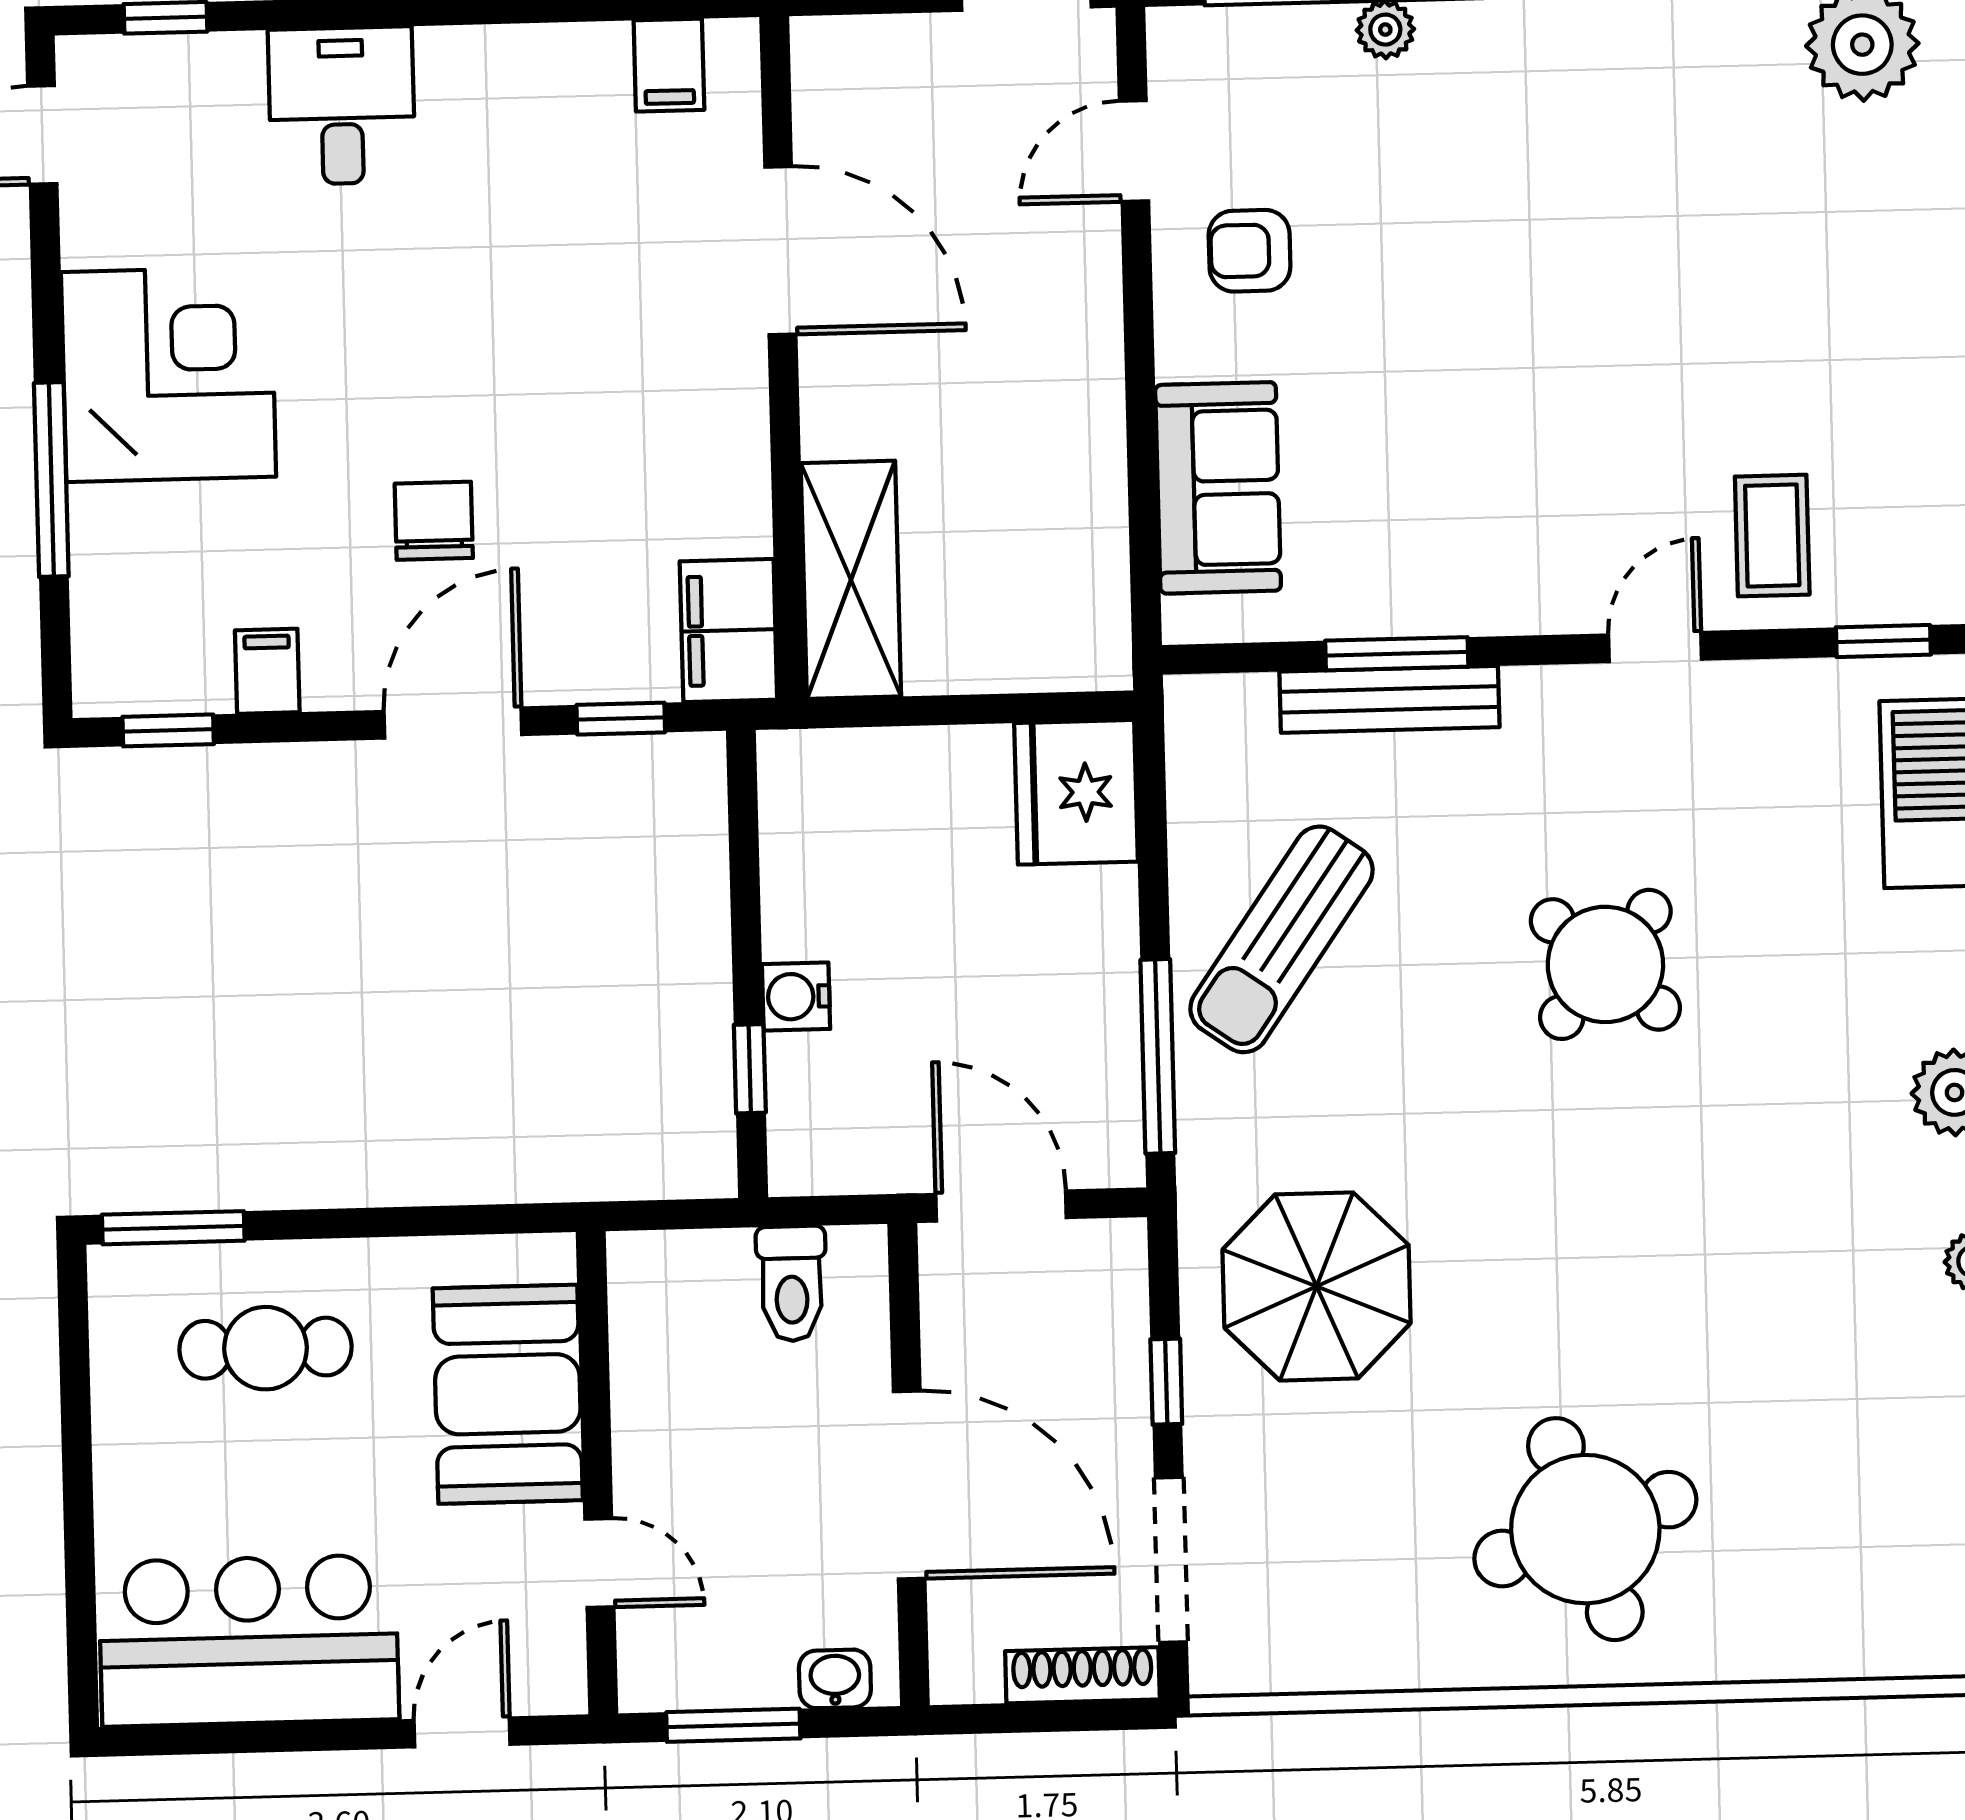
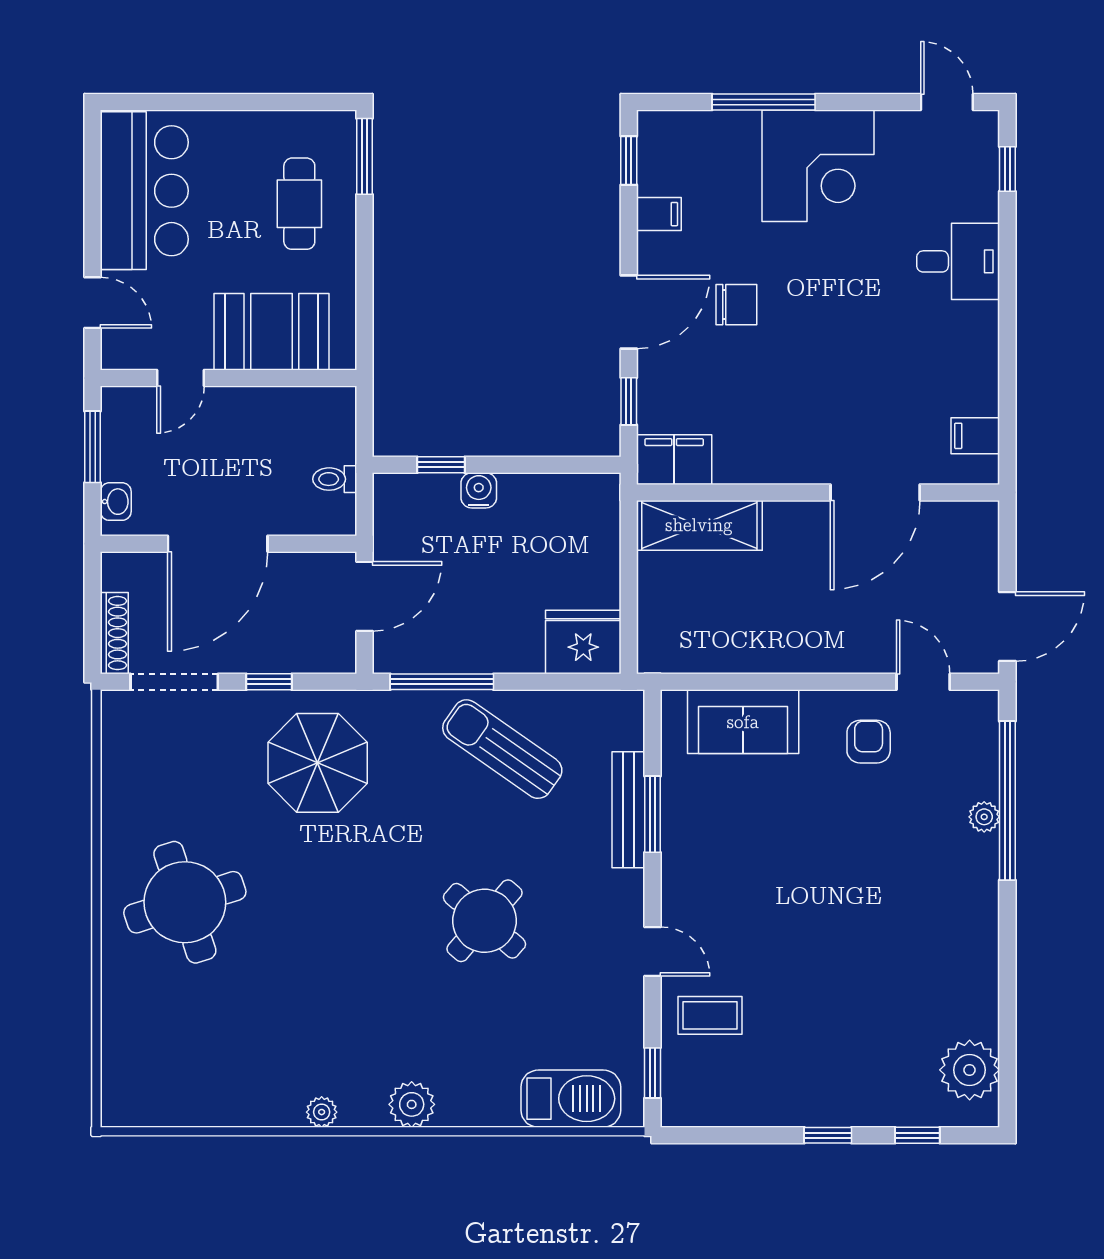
door: (453, 723) -> (629, 312), hinge flipped
toilet: (792, 1284) -> (335, 479), width x0.73, depth x0.72

